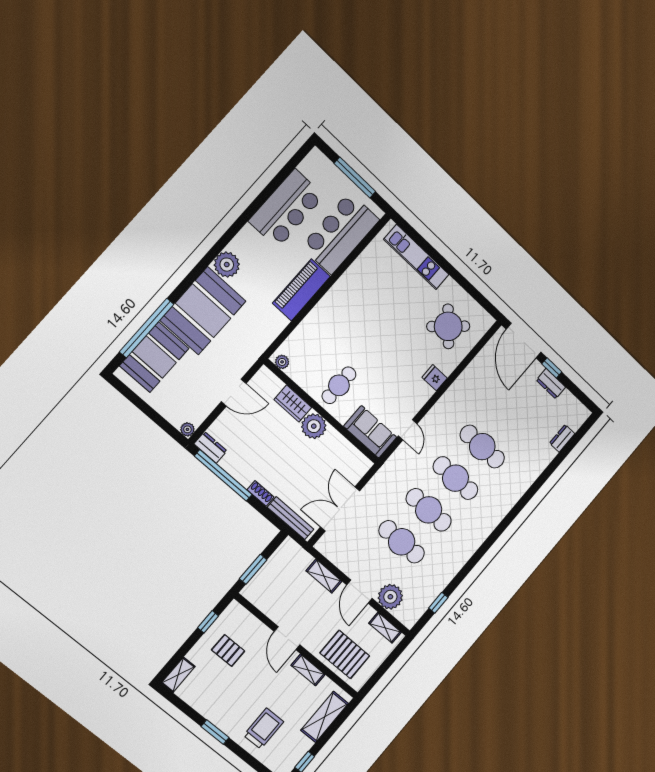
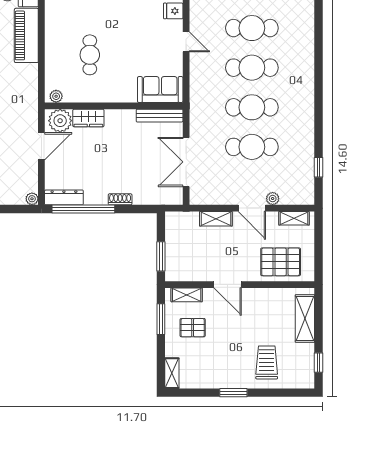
cafe table: (339, 385) -> (90, 55), moved
plant: (314, 426) -> (60, 121), moved
door: (408, 430) -> (186, 42), moved
dresser: (210, 447) -> (64, 197), width x1.44
bench: (291, 518) -> (160, 116), moved
plant: (390, 597) -> (273, 199), width x0.53, depth x0.53
window: (208, 622) -> (161, 319), width x1.50
shelving: (308, 670) -> (187, 295), moved

